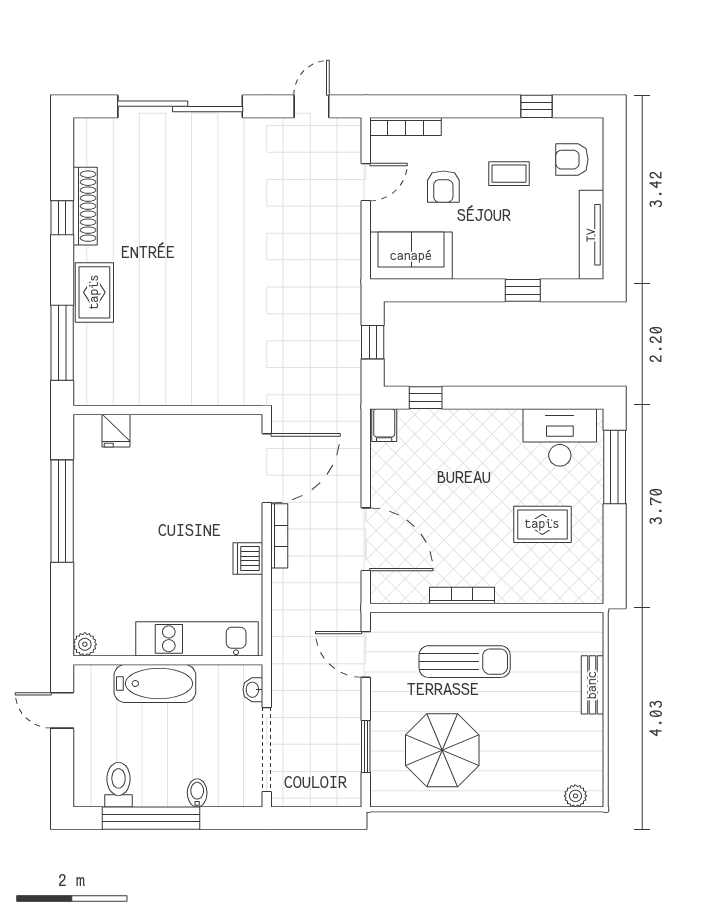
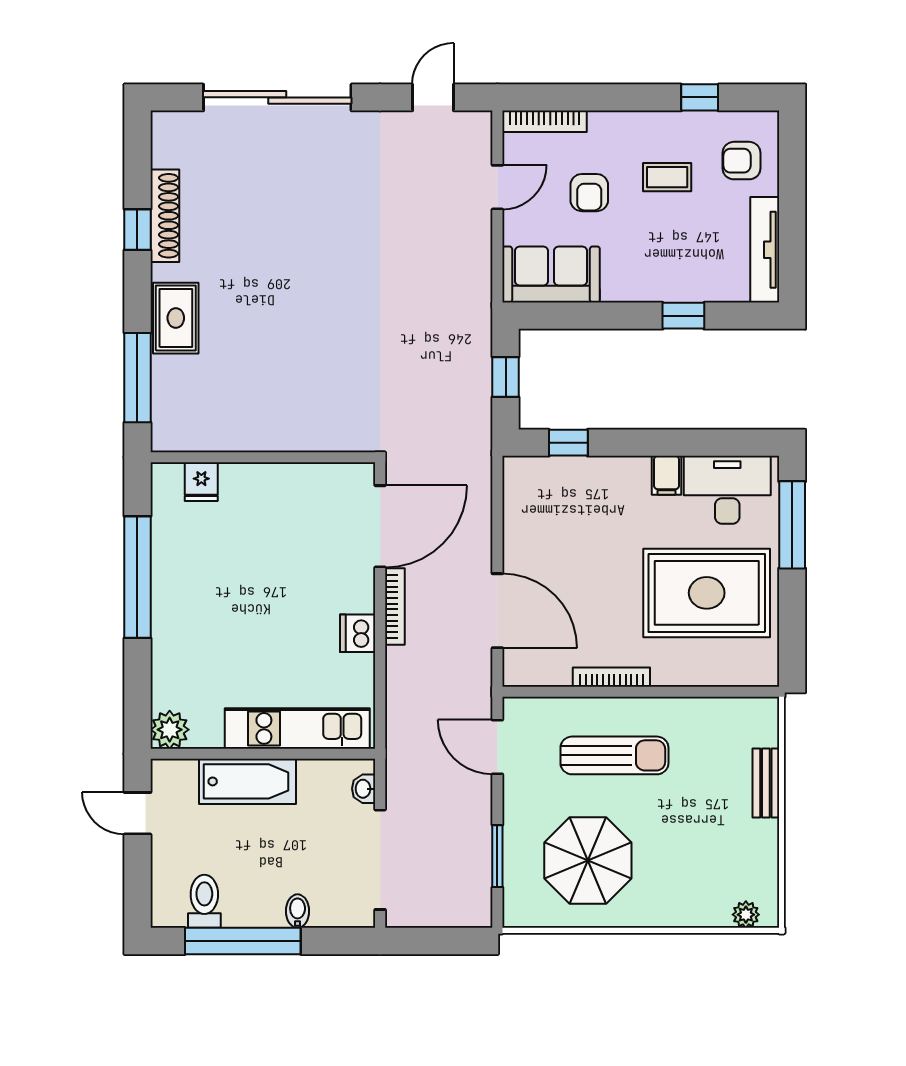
filing cabinet: (384, 425) -> (667, 475), moved
rug: (542, 524) -> (707, 593), width x1.86, depth x2.06
plant: (85, 644) -> (170, 730), width x1.38, depth x1.38

